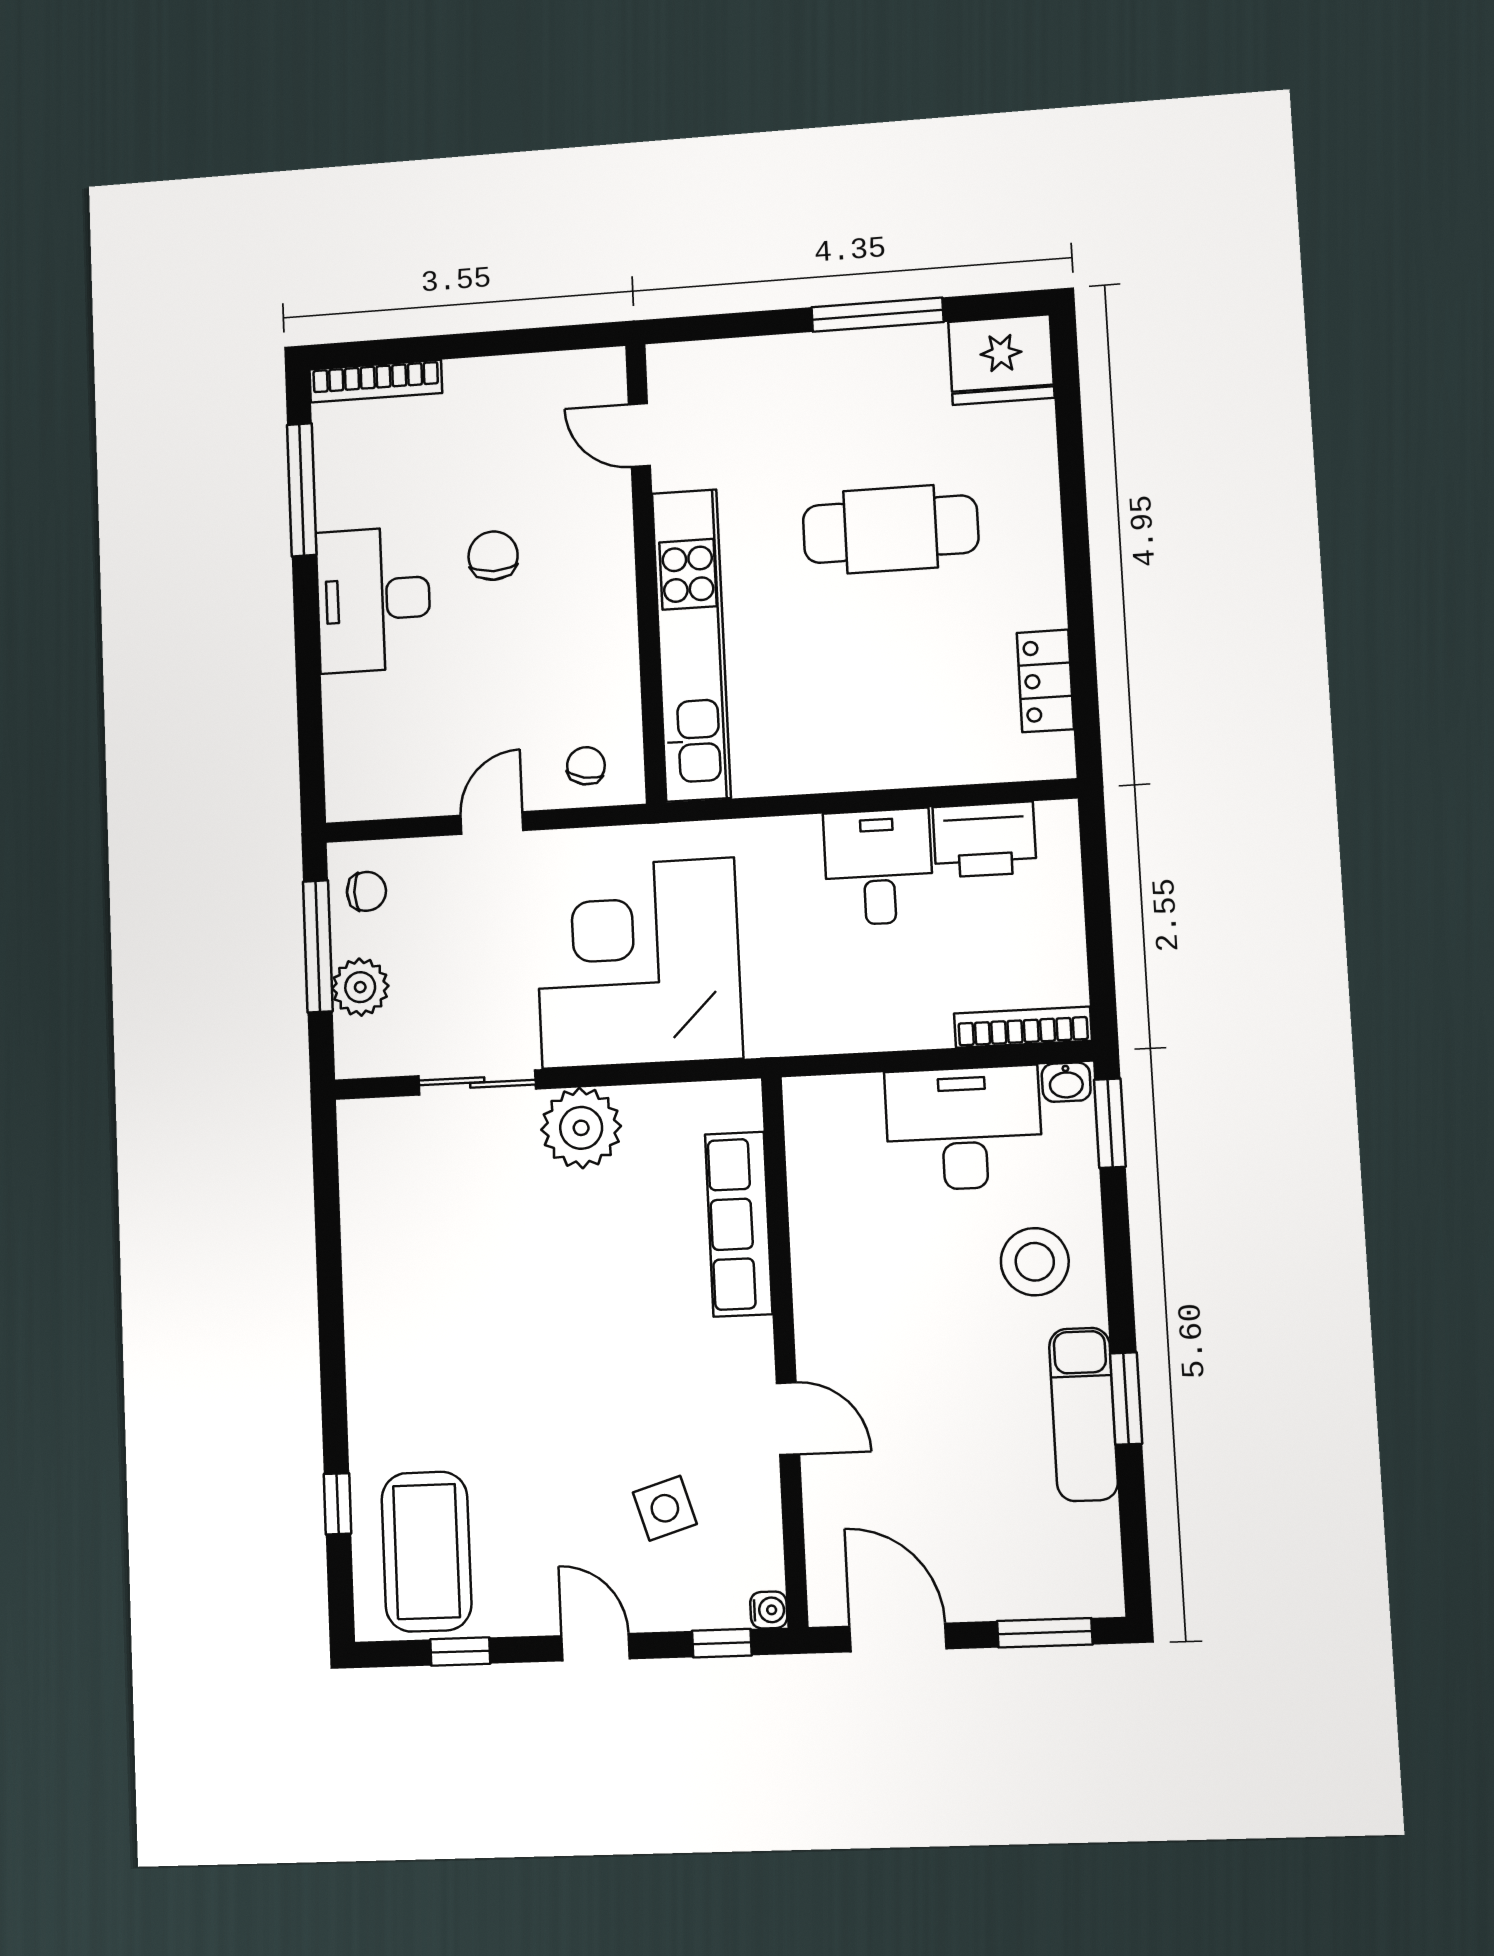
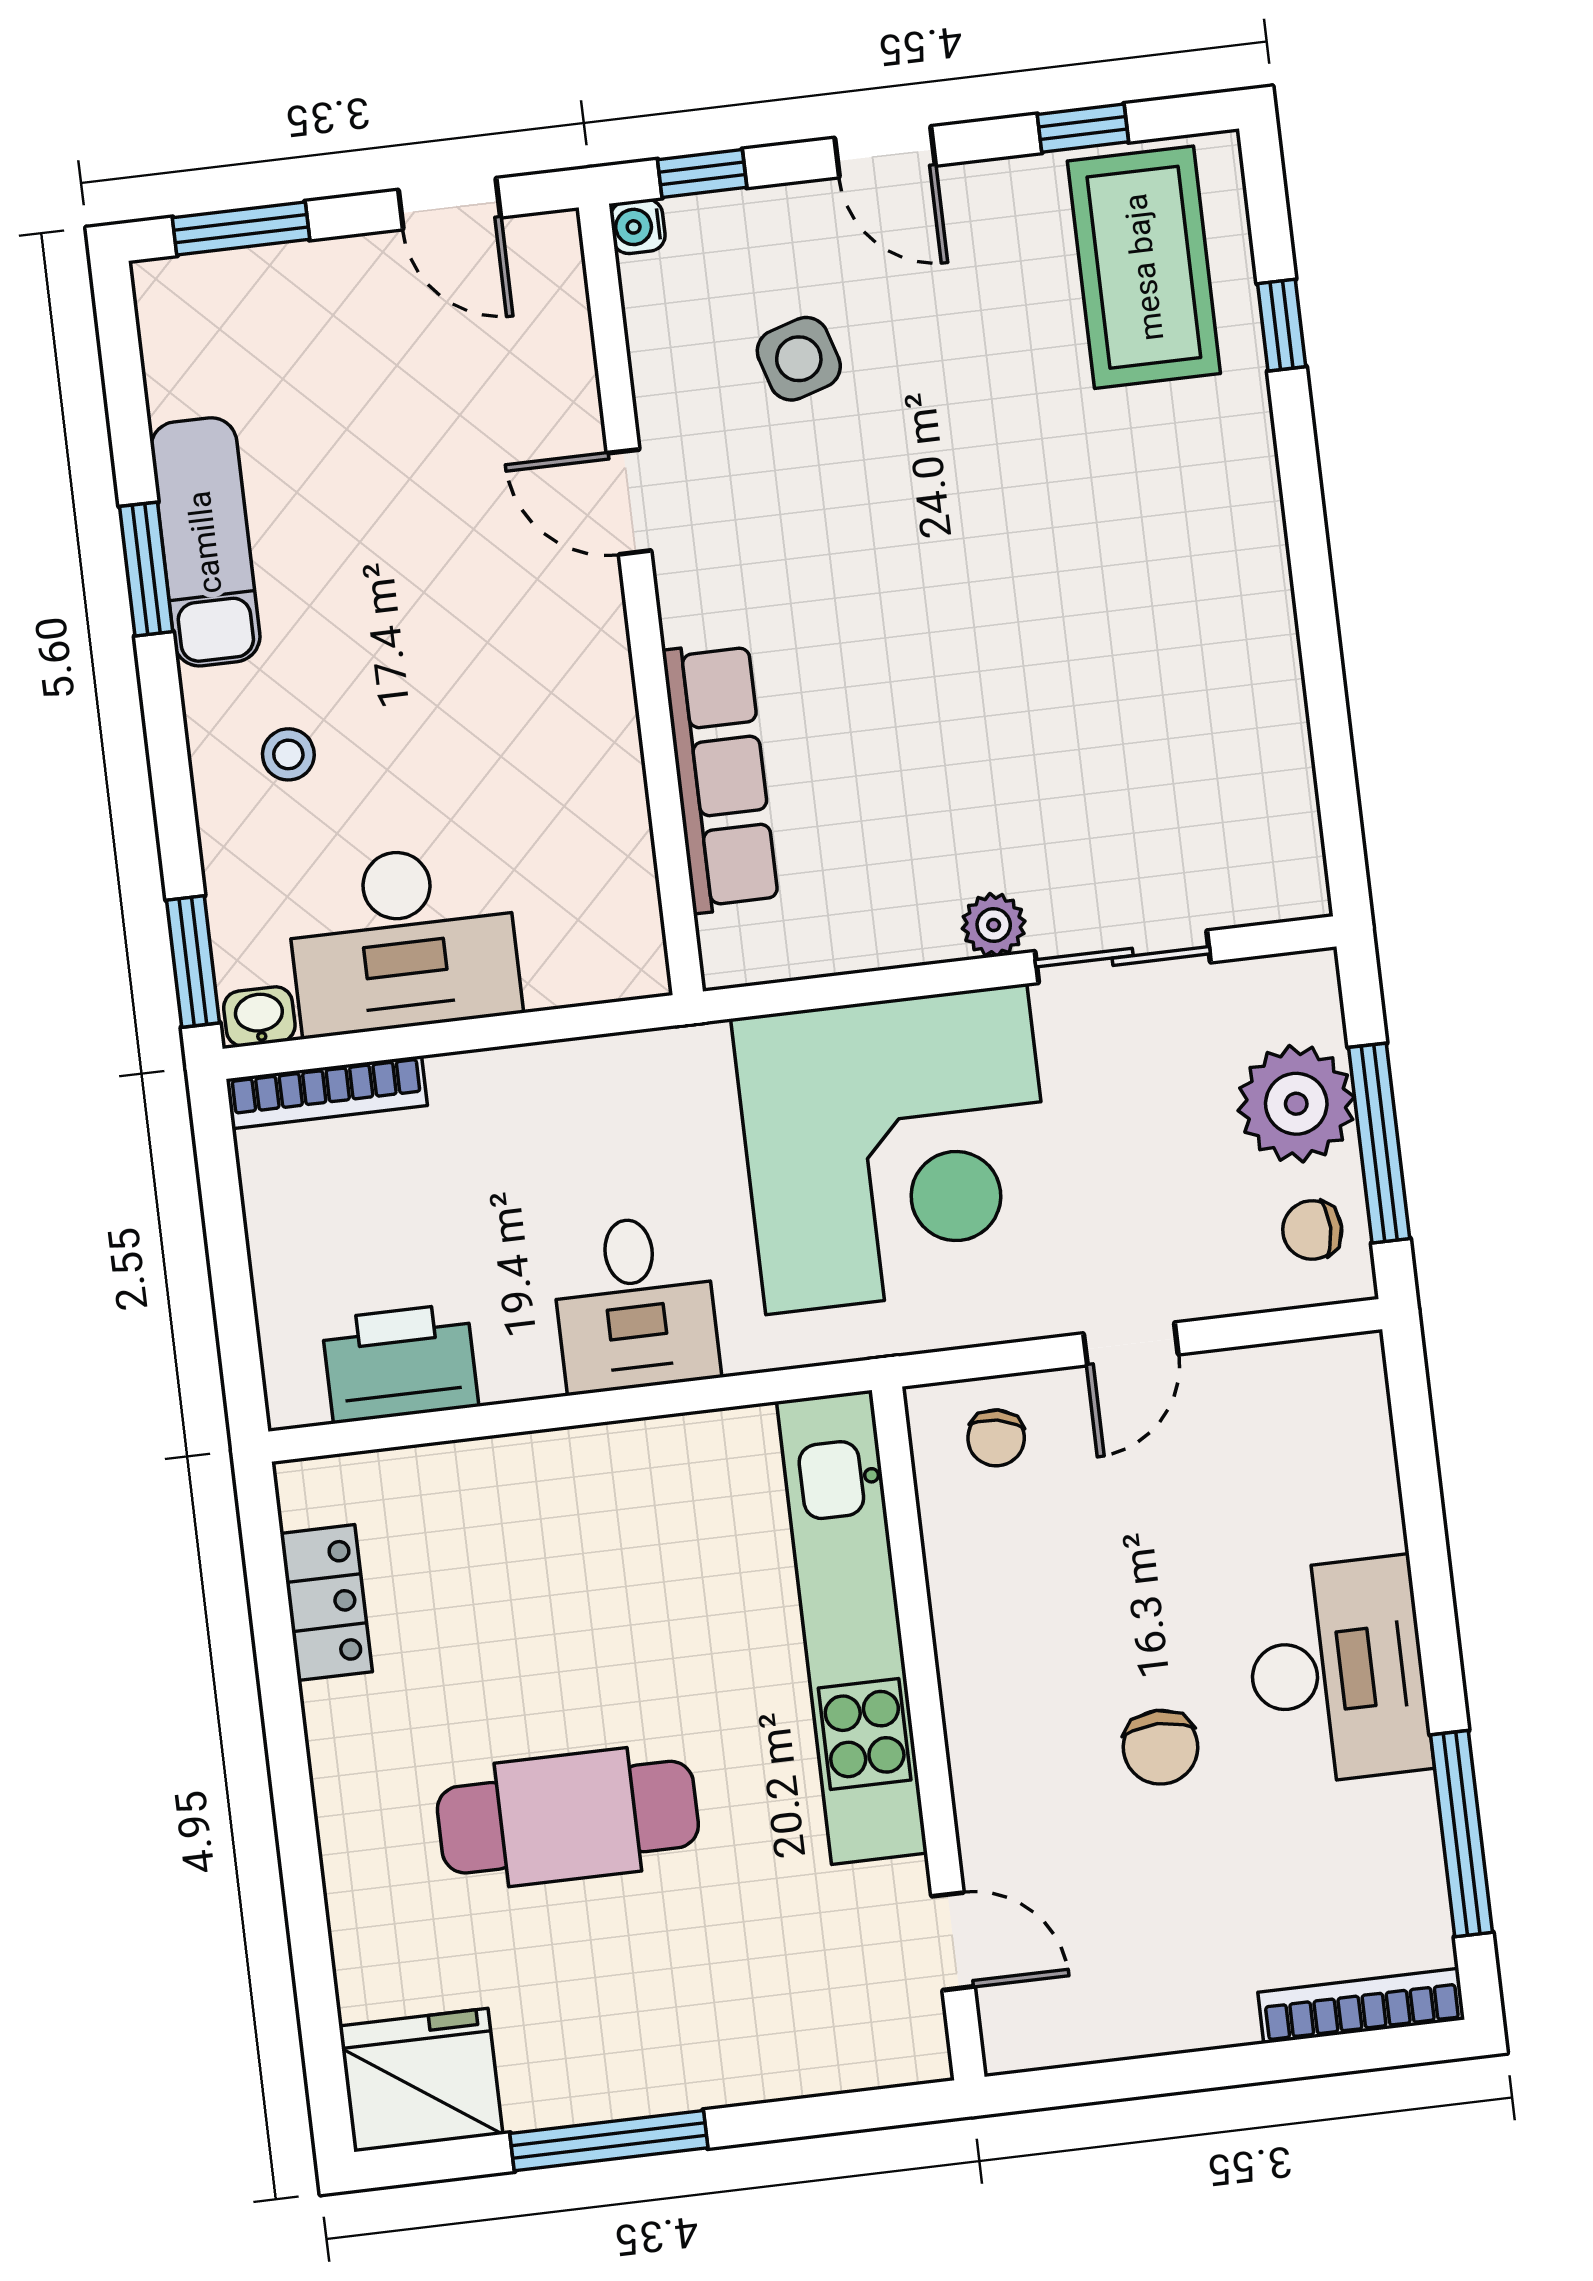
desk: (878, 867) -> (635, 1303), moved
plant: (360, 987) -> (1296, 1104), width x1.36, depth x1.36
plant: (581, 1128) -> (994, 925), width x0.53, depth x0.53
stool: (1035, 1262) -> (288, 754), width x0.53, depth x0.53
door: (898, 1637) -> (449, 204), width x0.73

